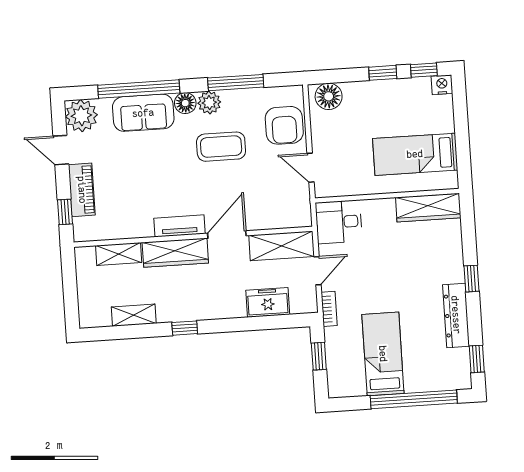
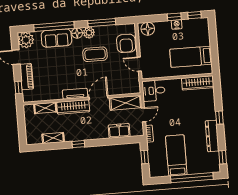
nightstand: (442, 85) -> (177, 24), moved

